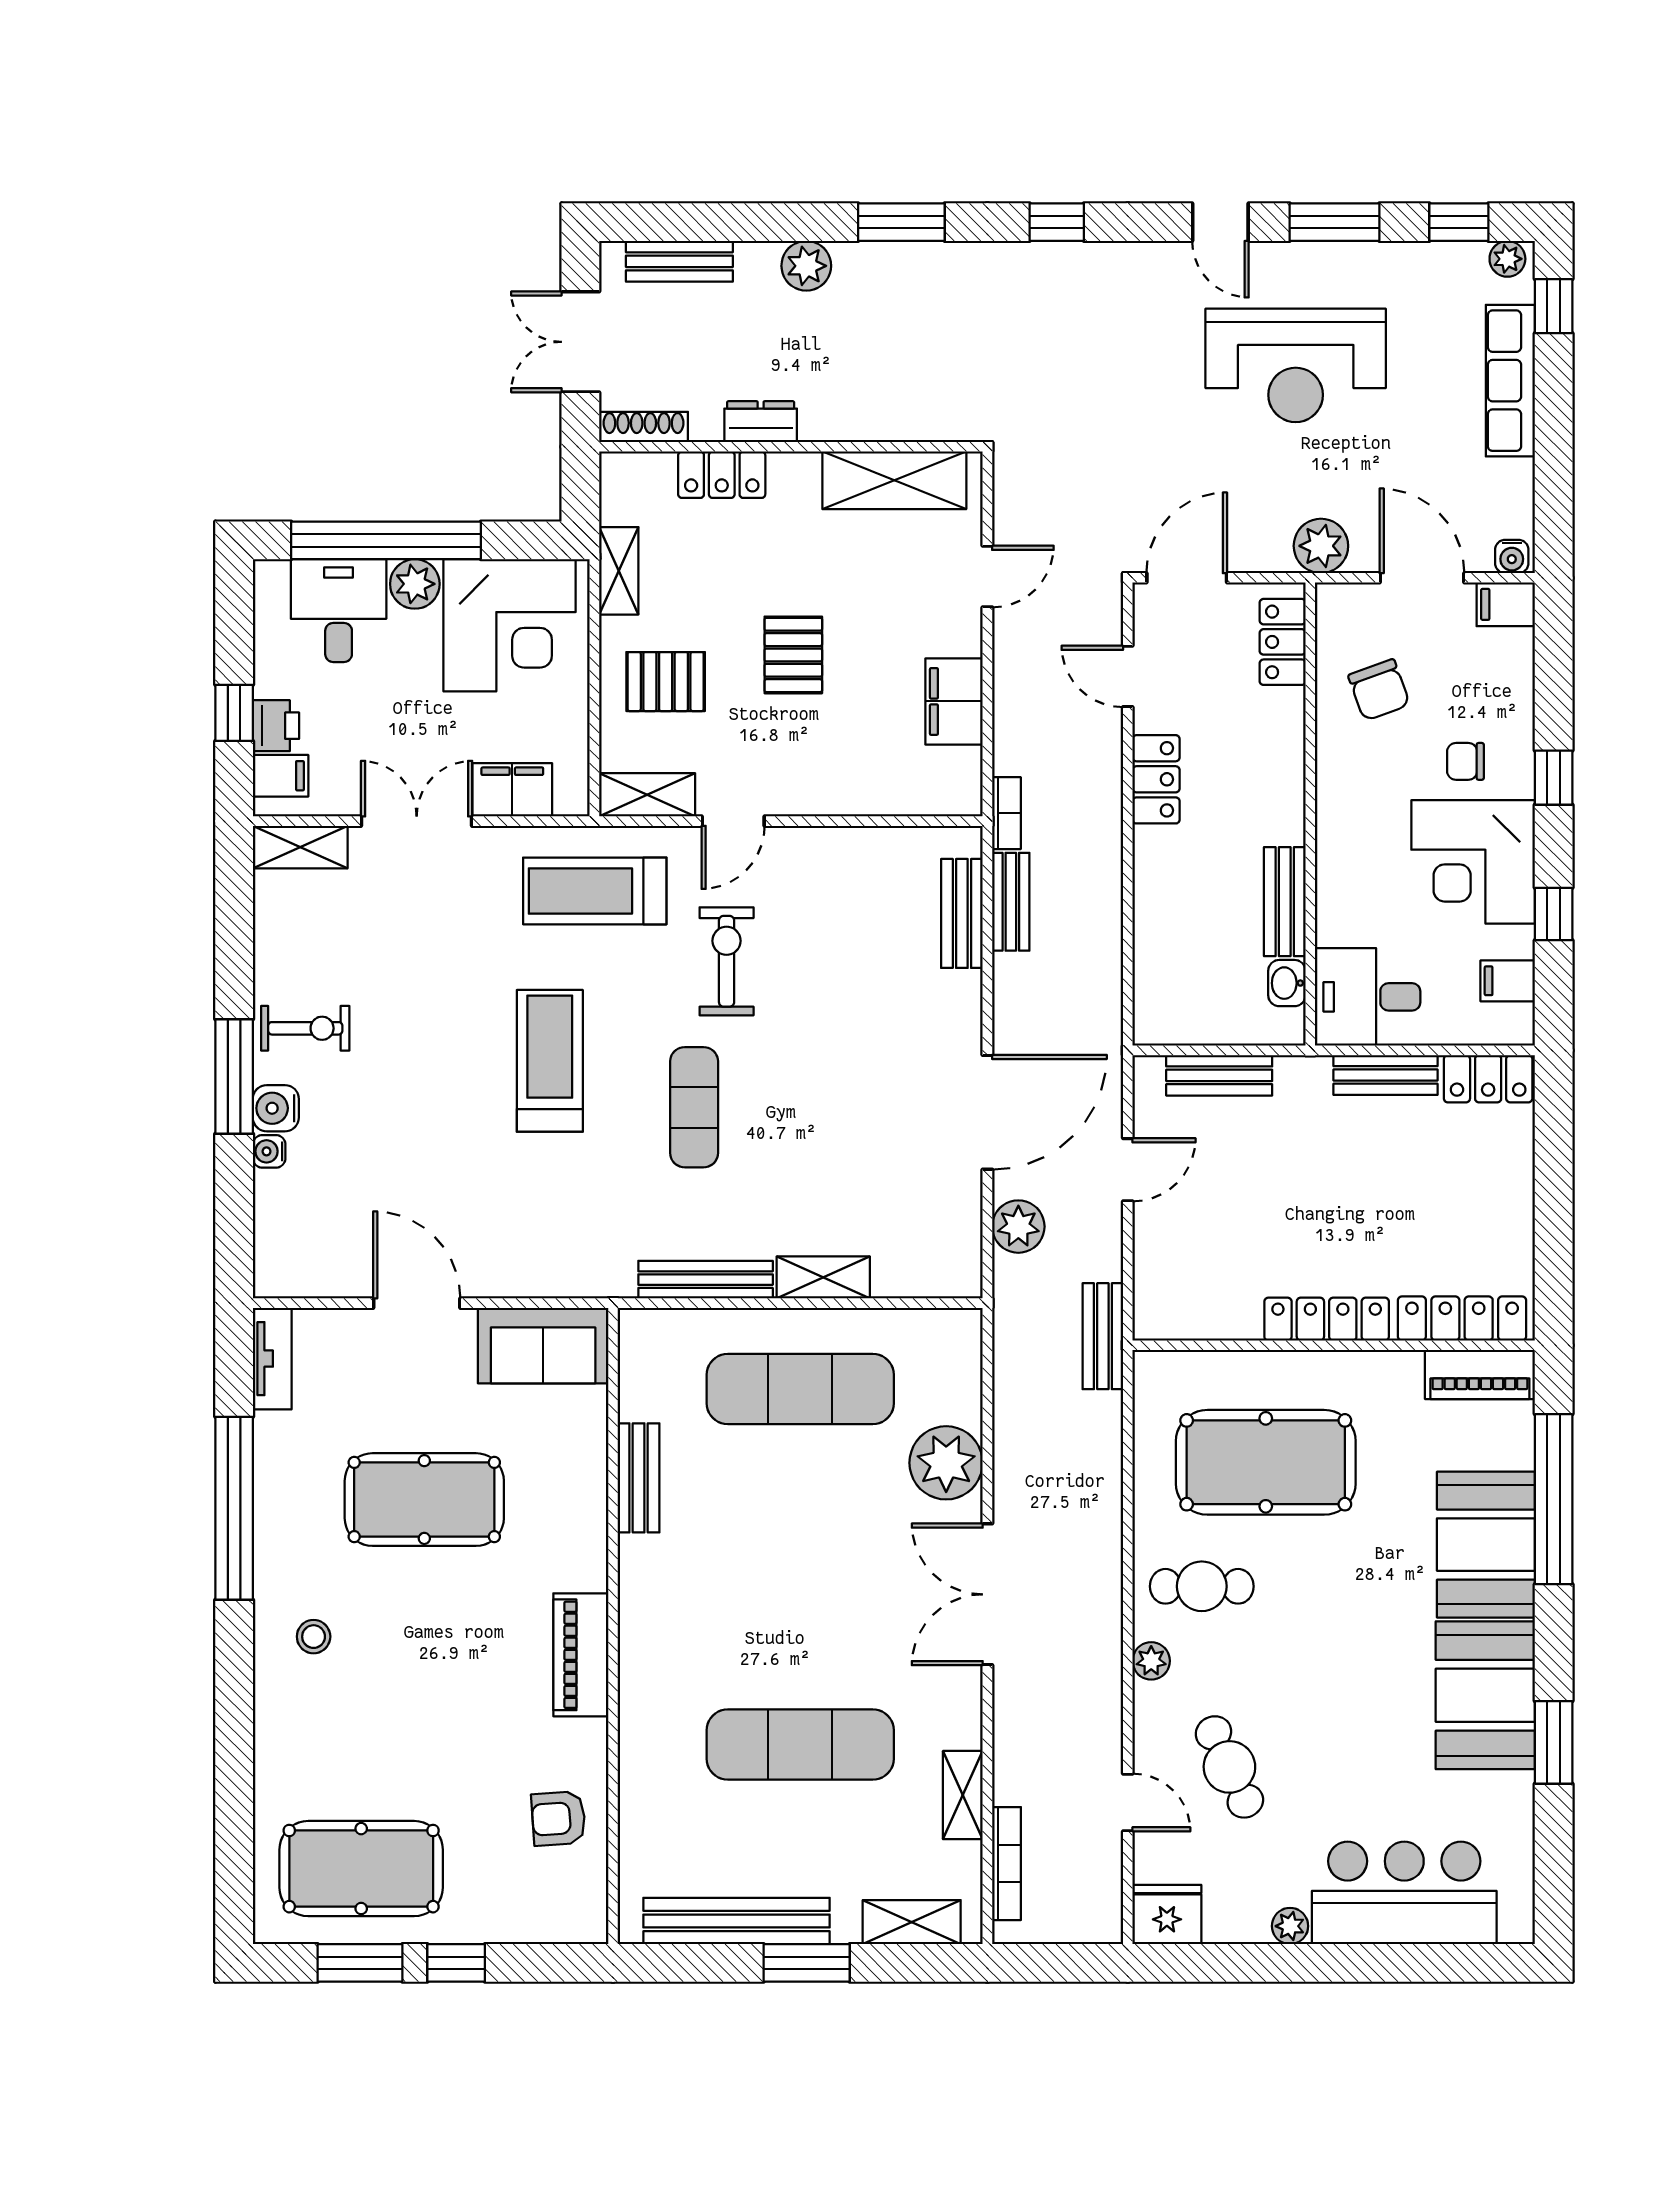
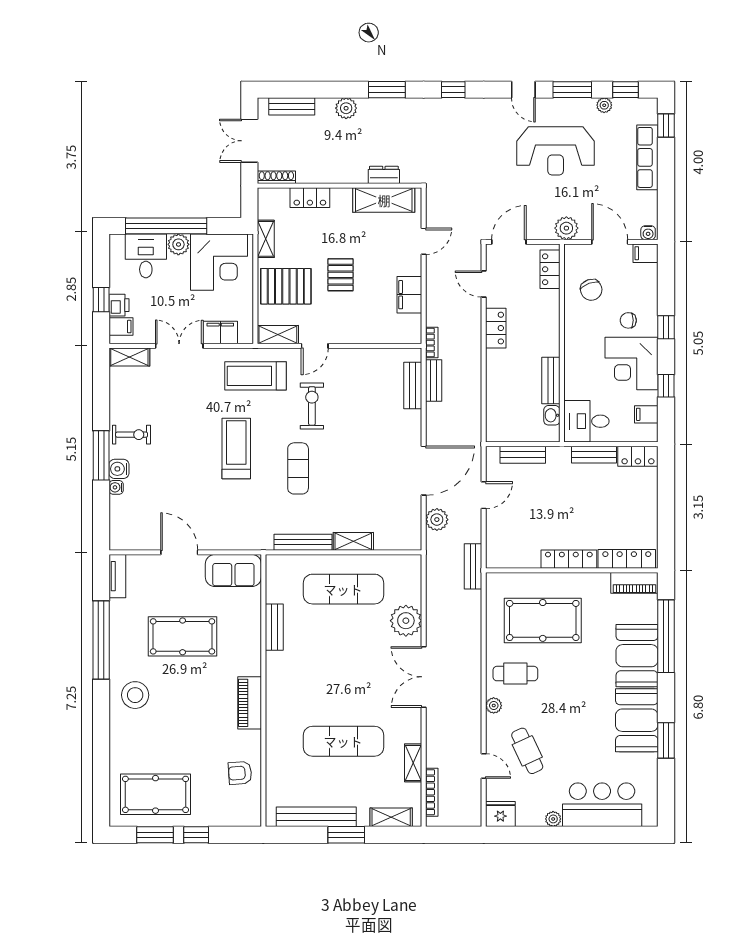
plant: (1507, 259) -> (604, 105), moved
dresser: (761, 422) -> (384, 175), moved
pallet: (666, 682) -> (286, 286), width x1.50, depth x1.42
stool: (314, 1637) -> (135, 695), width x1.89, depth x1.89

